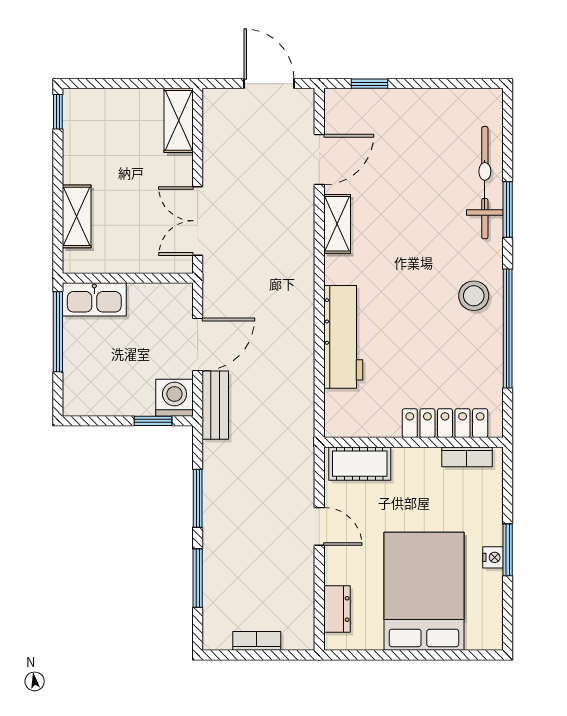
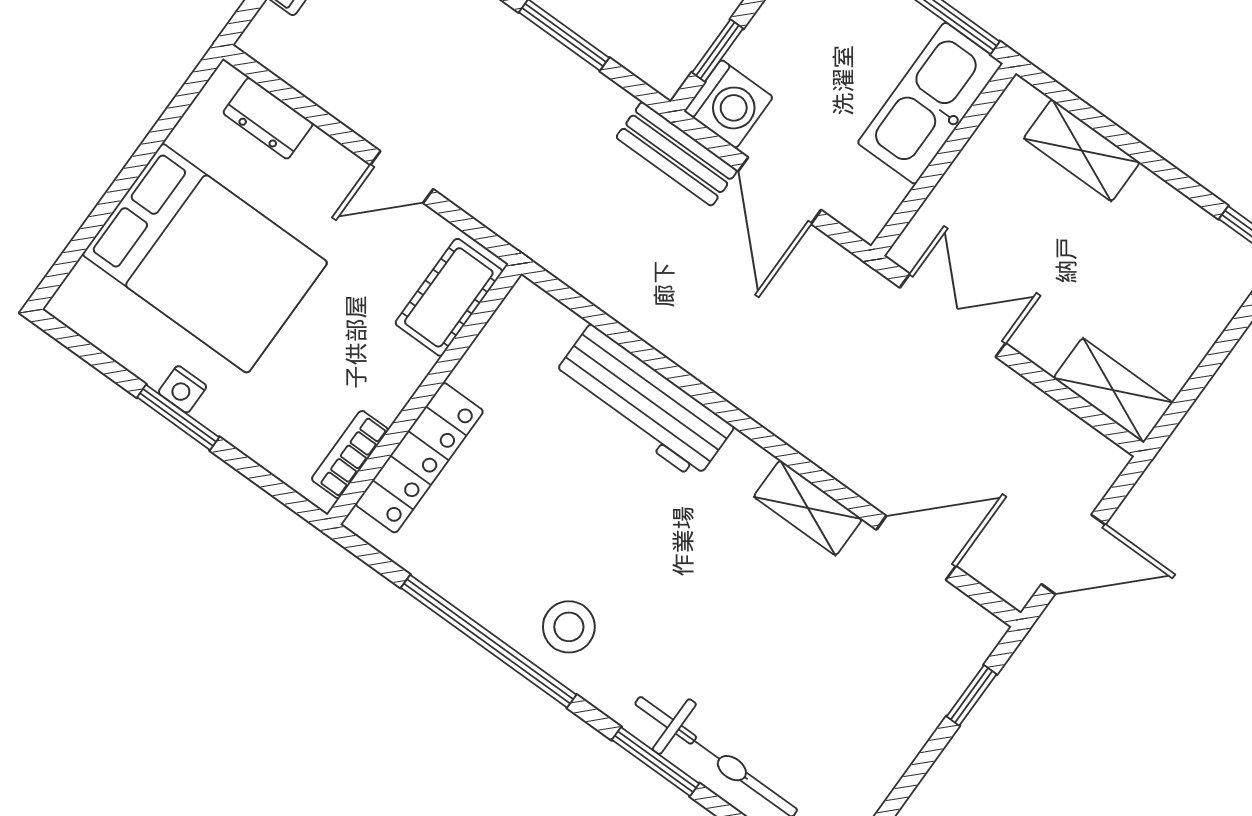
door: (319, 160) -> (916, 548), swing flipped
kitchen sink: (94, 299) -> (930, 103), width x1.36, depth x1.24

